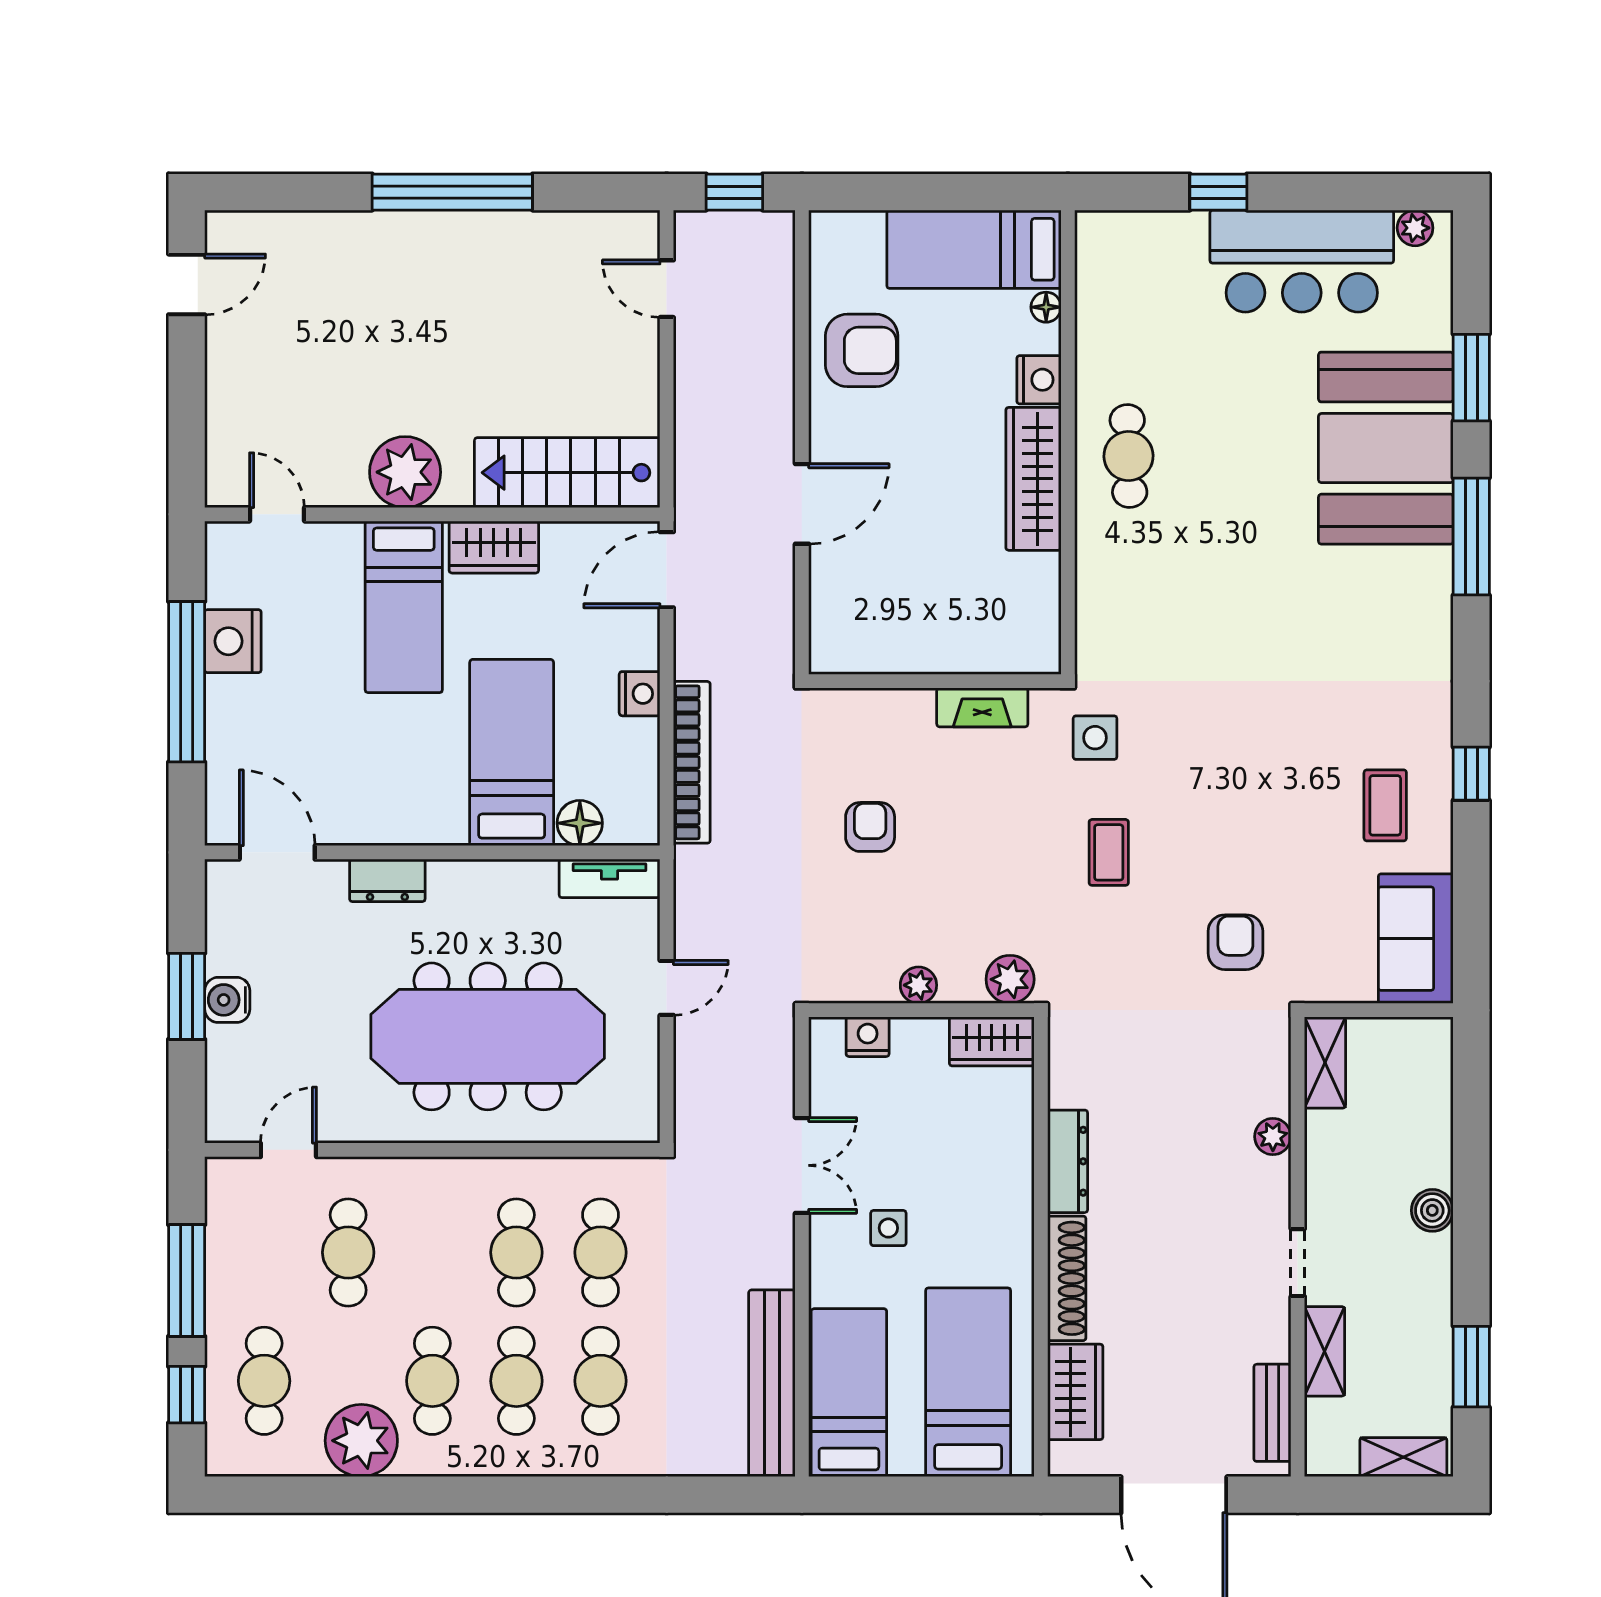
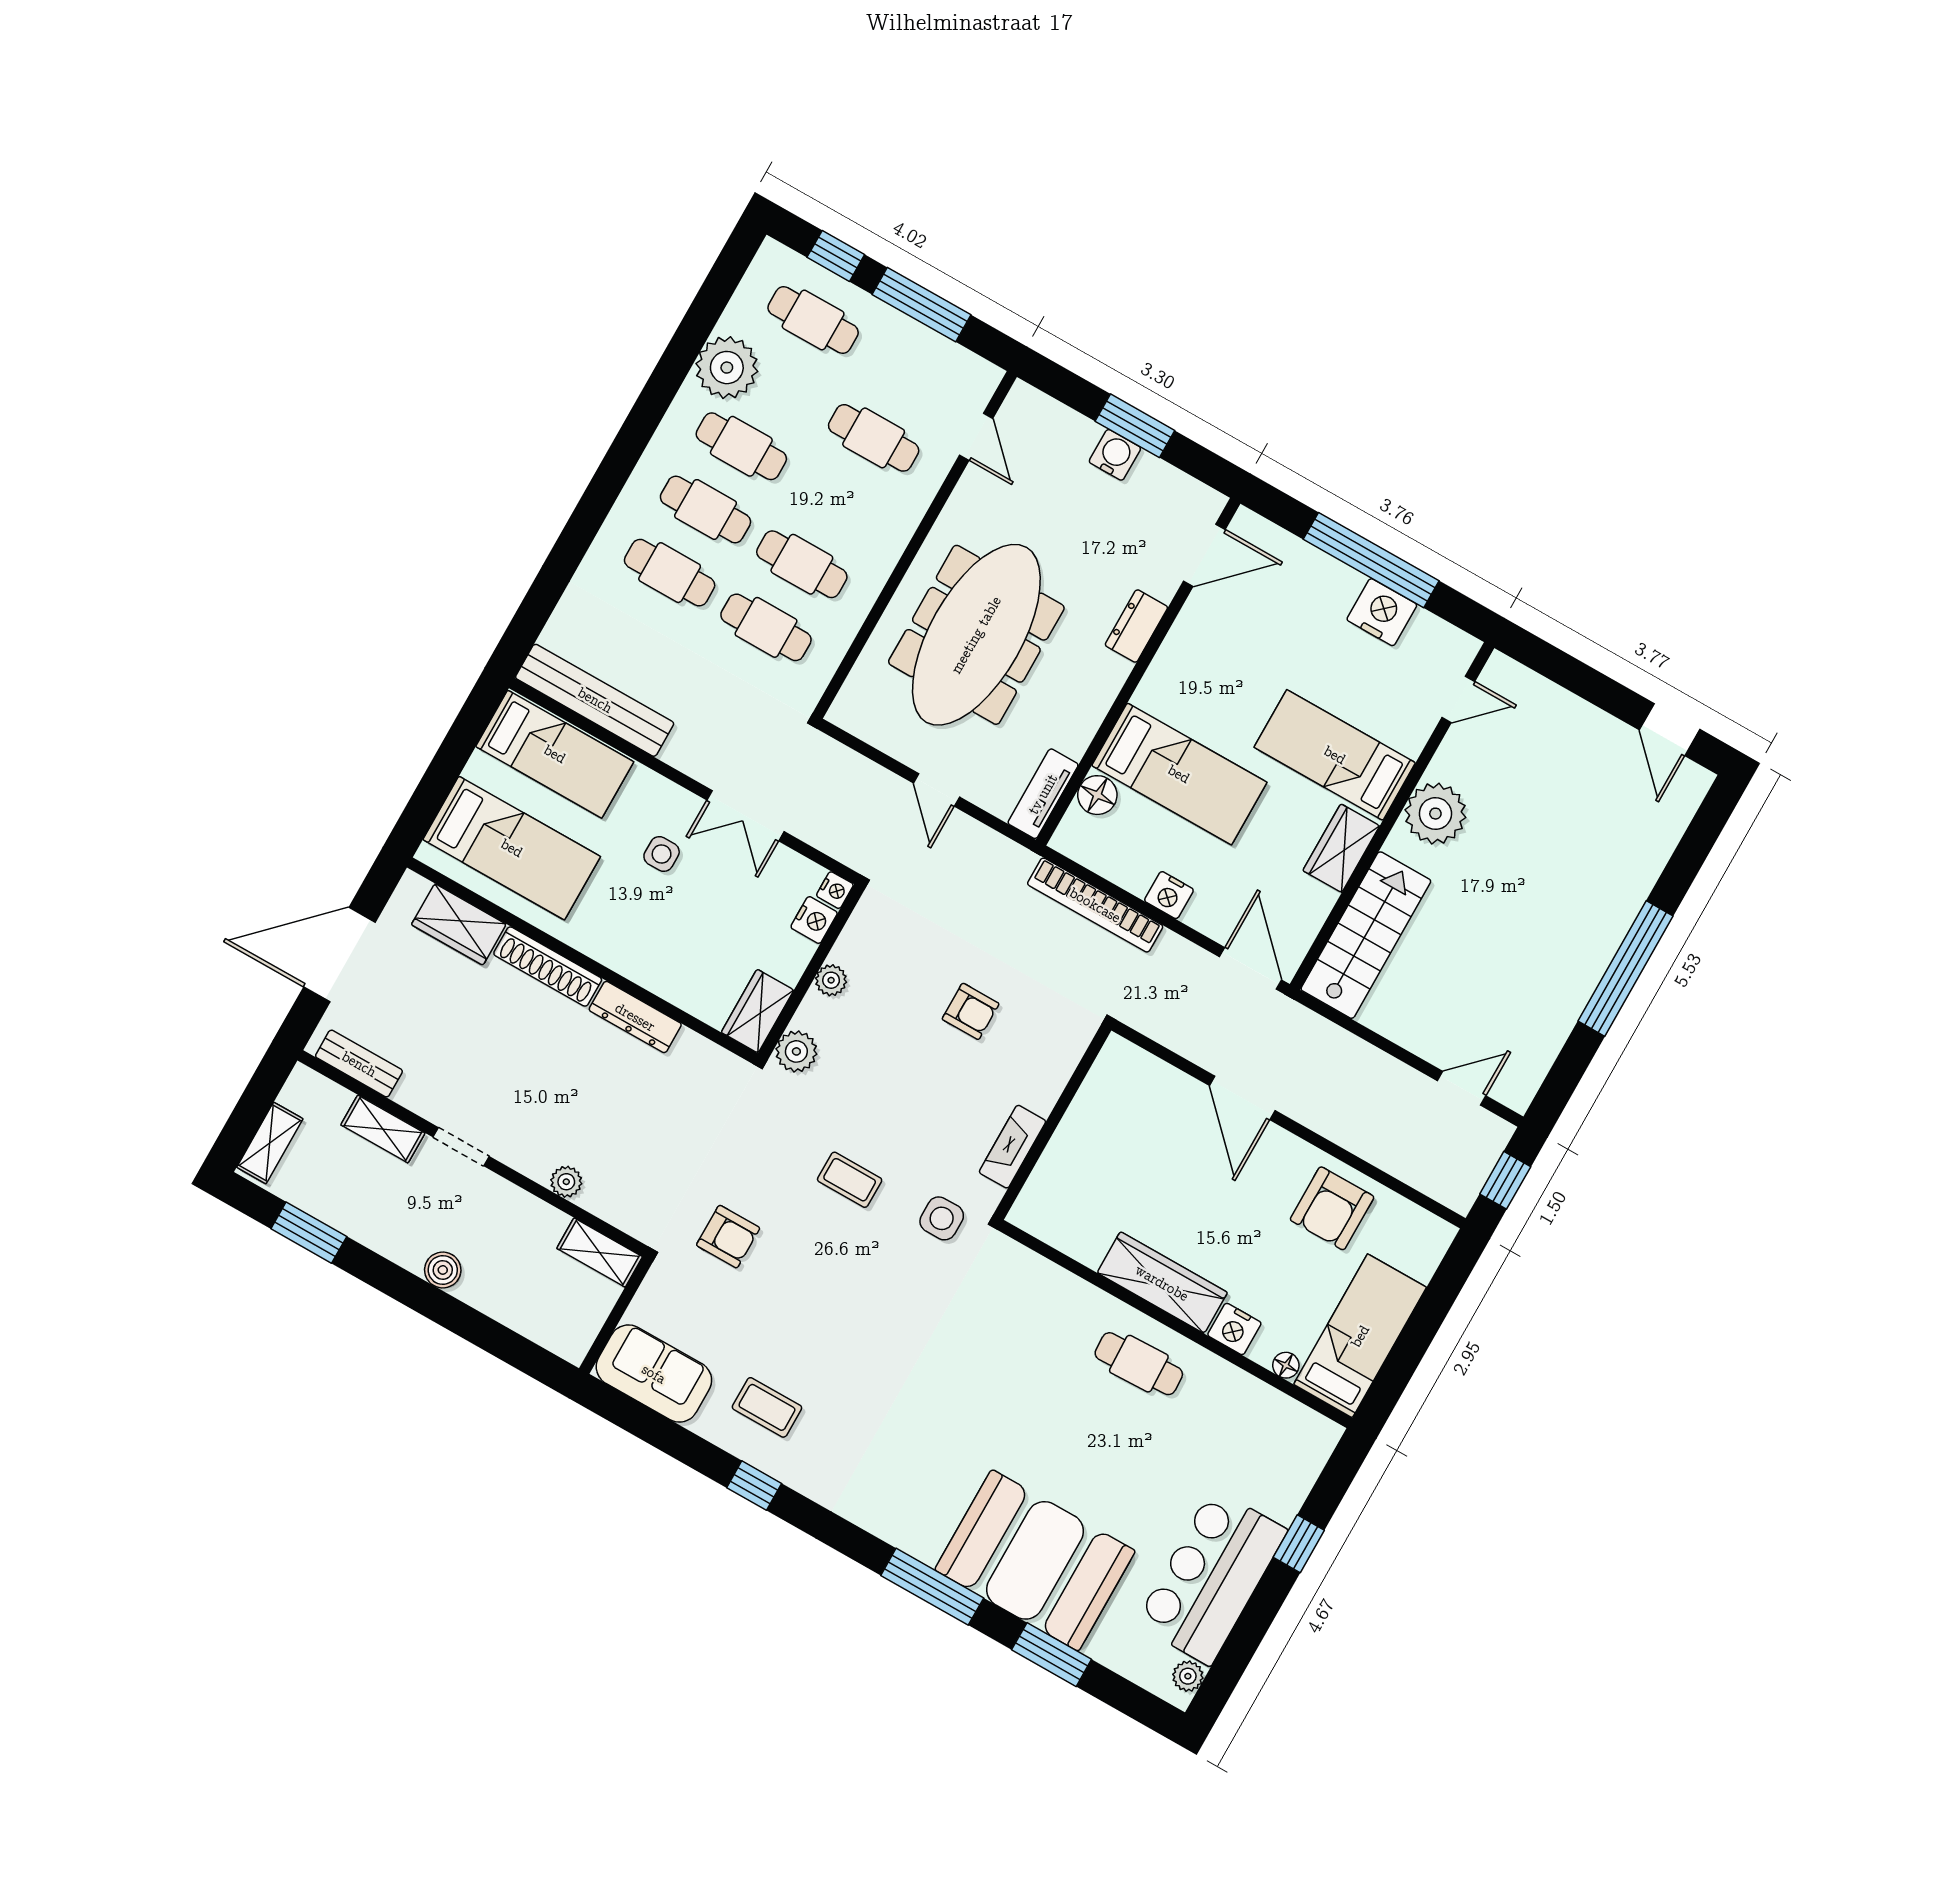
nightstand: (826, 1033) -> (835, 890), added

